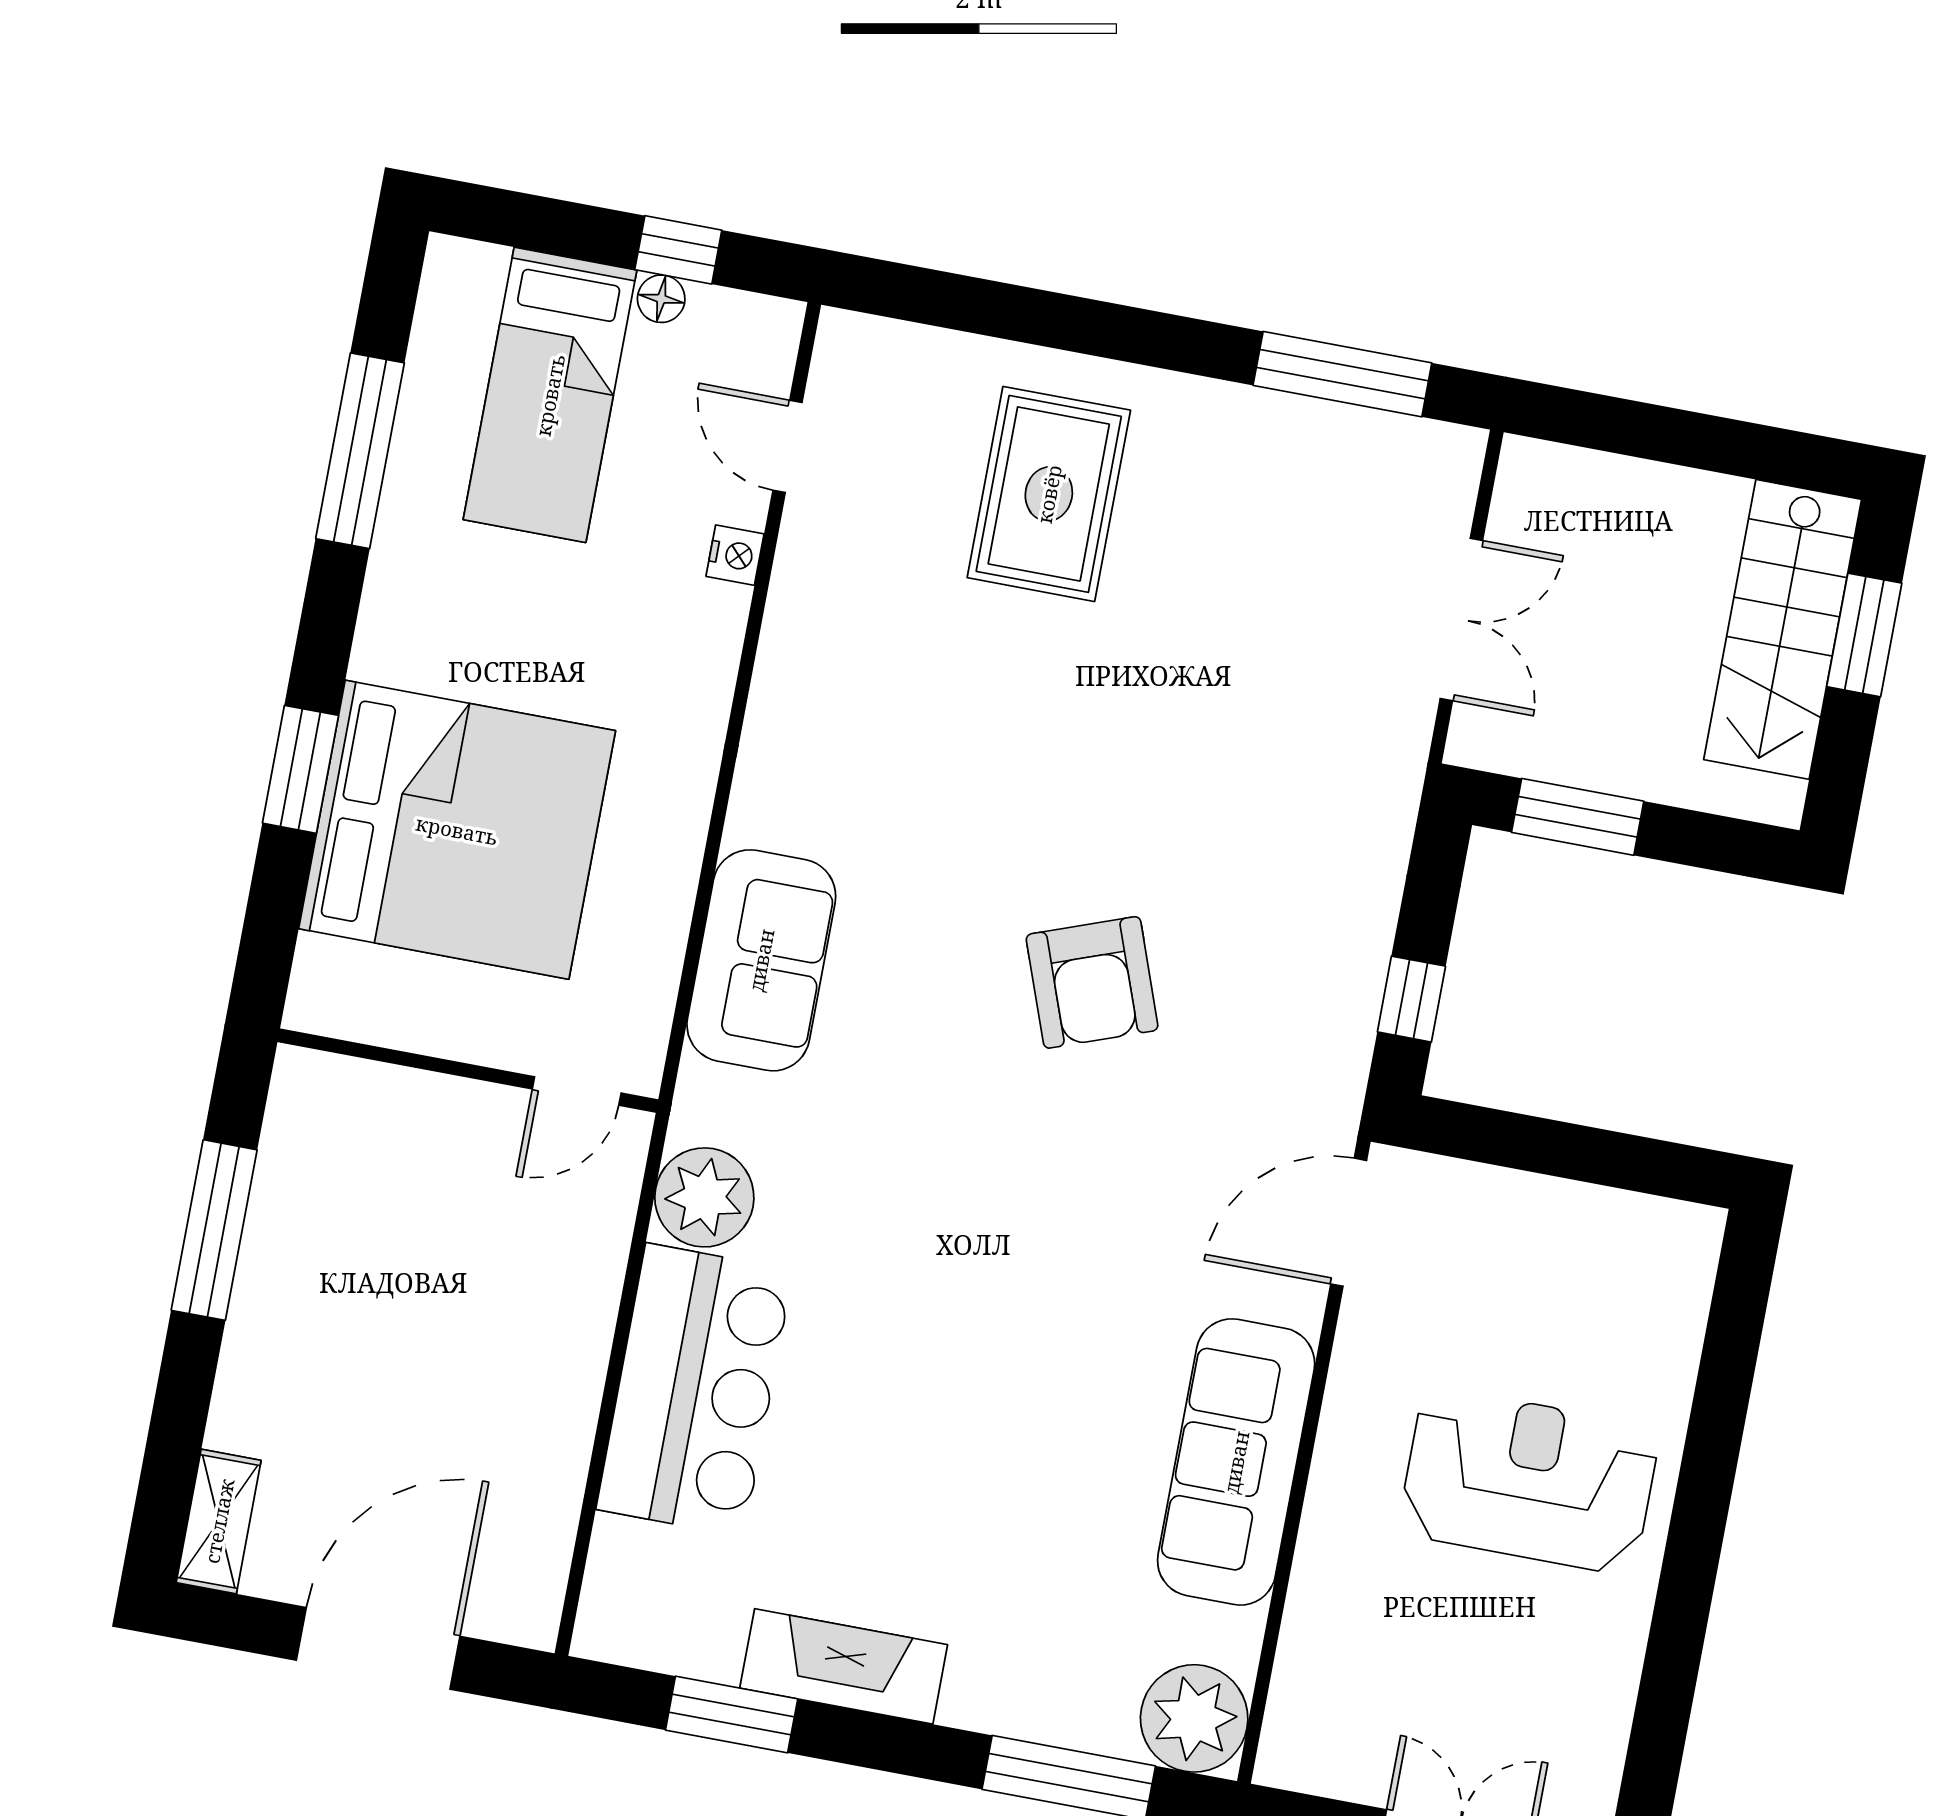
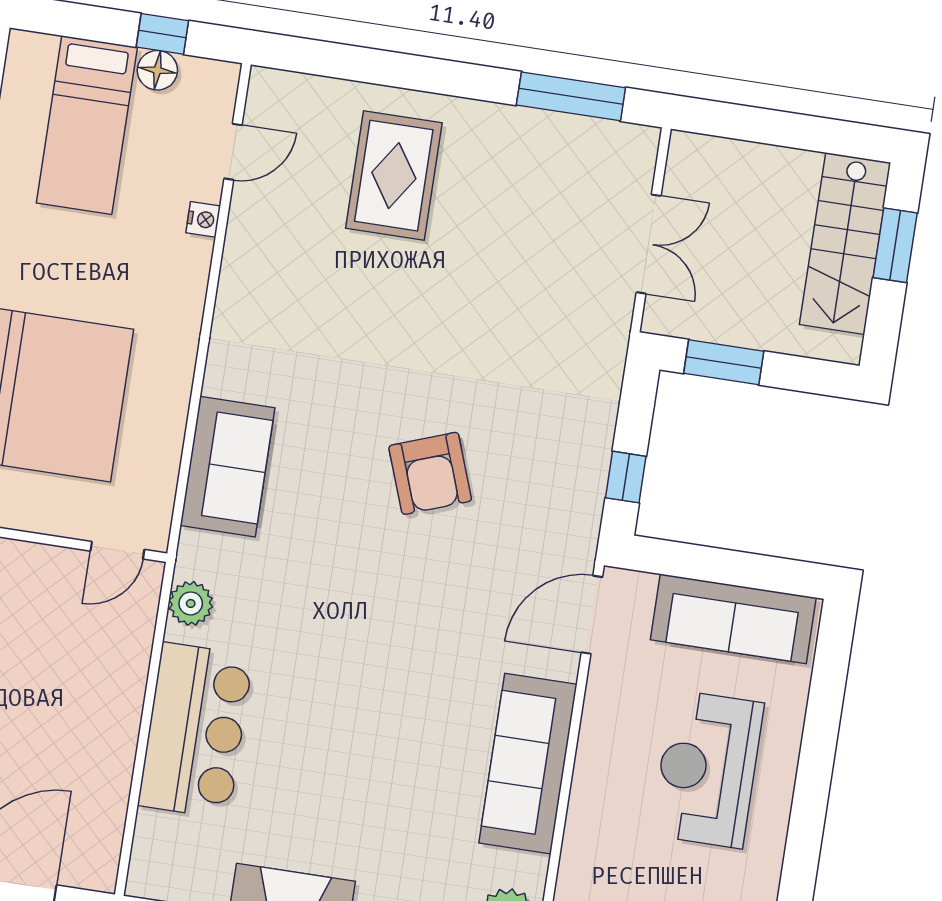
floor lamp: (661, 299) -> (157, 70), width x1.37, depth x1.37
door: (788, 446) -> (233, 152), swing flipped
plant: (704, 1197) -> (191, 603), width x0.73, depth x0.73
sofa: (1579, 1236) -> (733, 619), added
reception desk: (1529, 1481) -> (707, 769), turned -90

